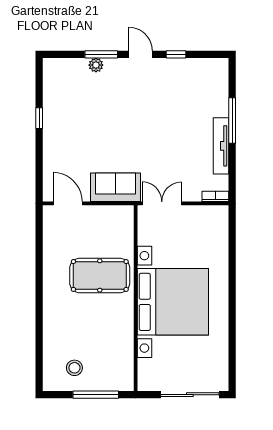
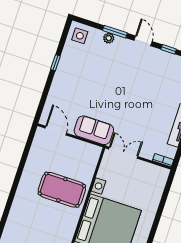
side table: (59, 74) -> (80, 36), added

